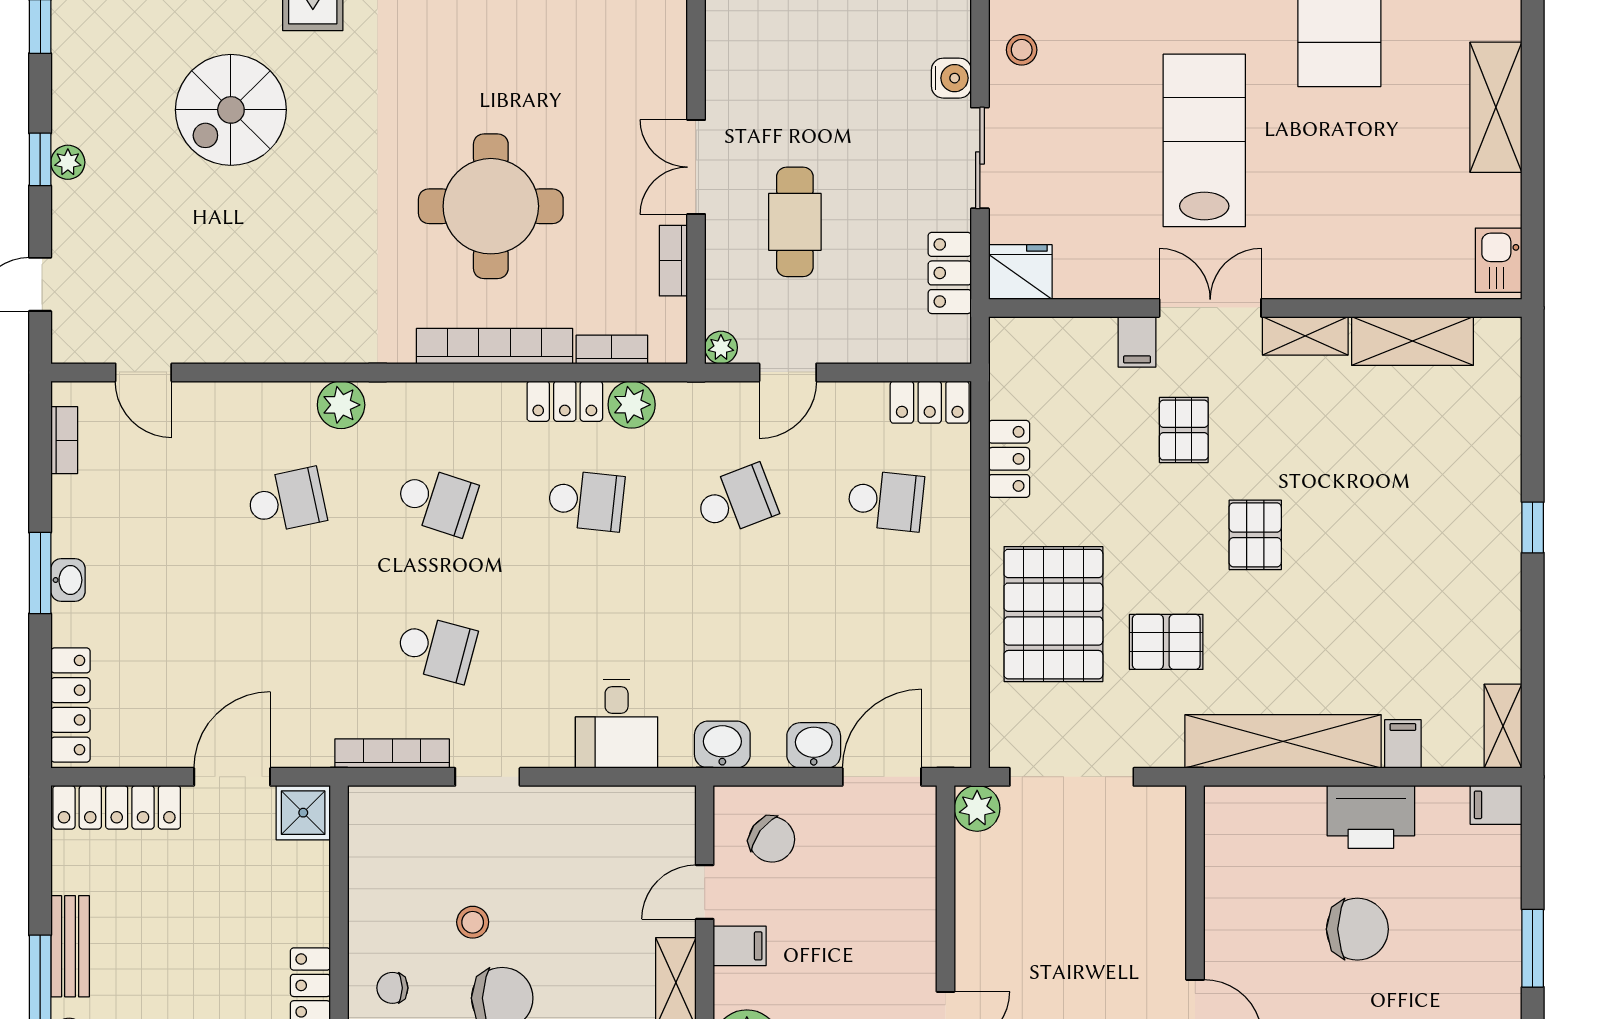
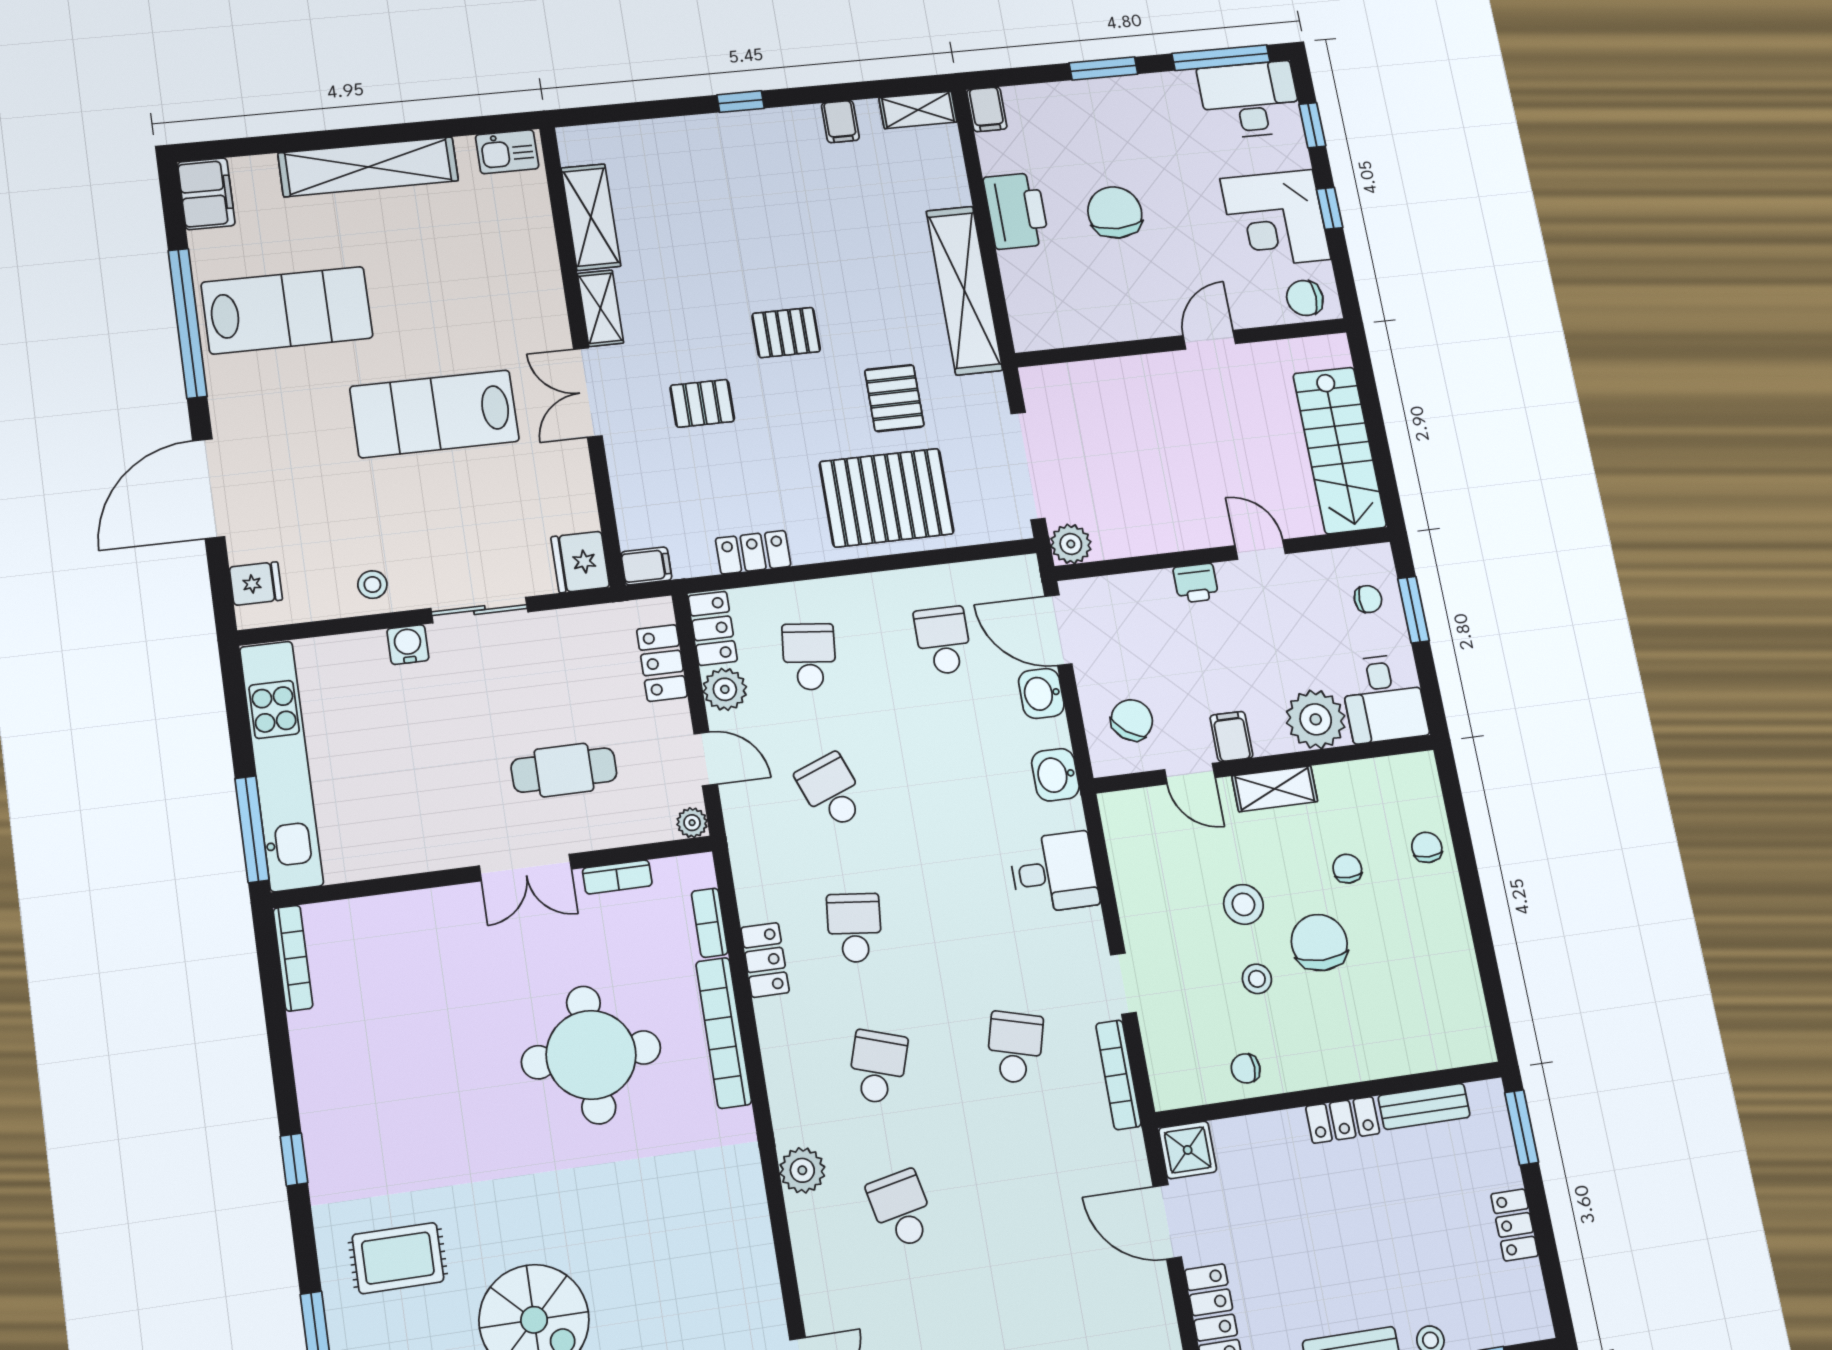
shelving: (1496, 107) -> (368, 167), width x1.47
locker: (950, 273) -> (662, 663), moved, turned 90
filing cabinet: (1137, 342) -> (646, 566), moved
plant: (632, 405) -> (725, 689), moved
school desk: (886, 649) -> (943, 641), added
filing cabinet: (1403, 744) -> (840, 122), moved, turned -90
stool: (555, 923) -> (1243, 904), added
printer: (916, 939) -> (1196, 583), added
chair: (392, 988) -> (1246, 1068), moved, turned 90

